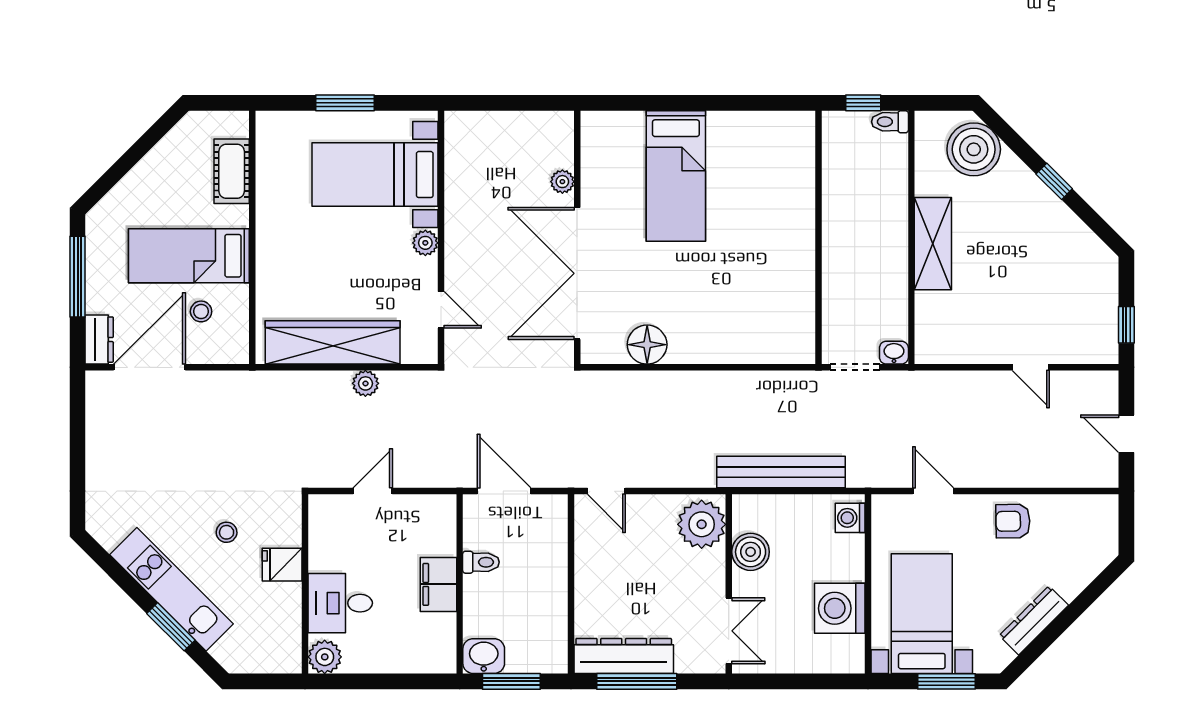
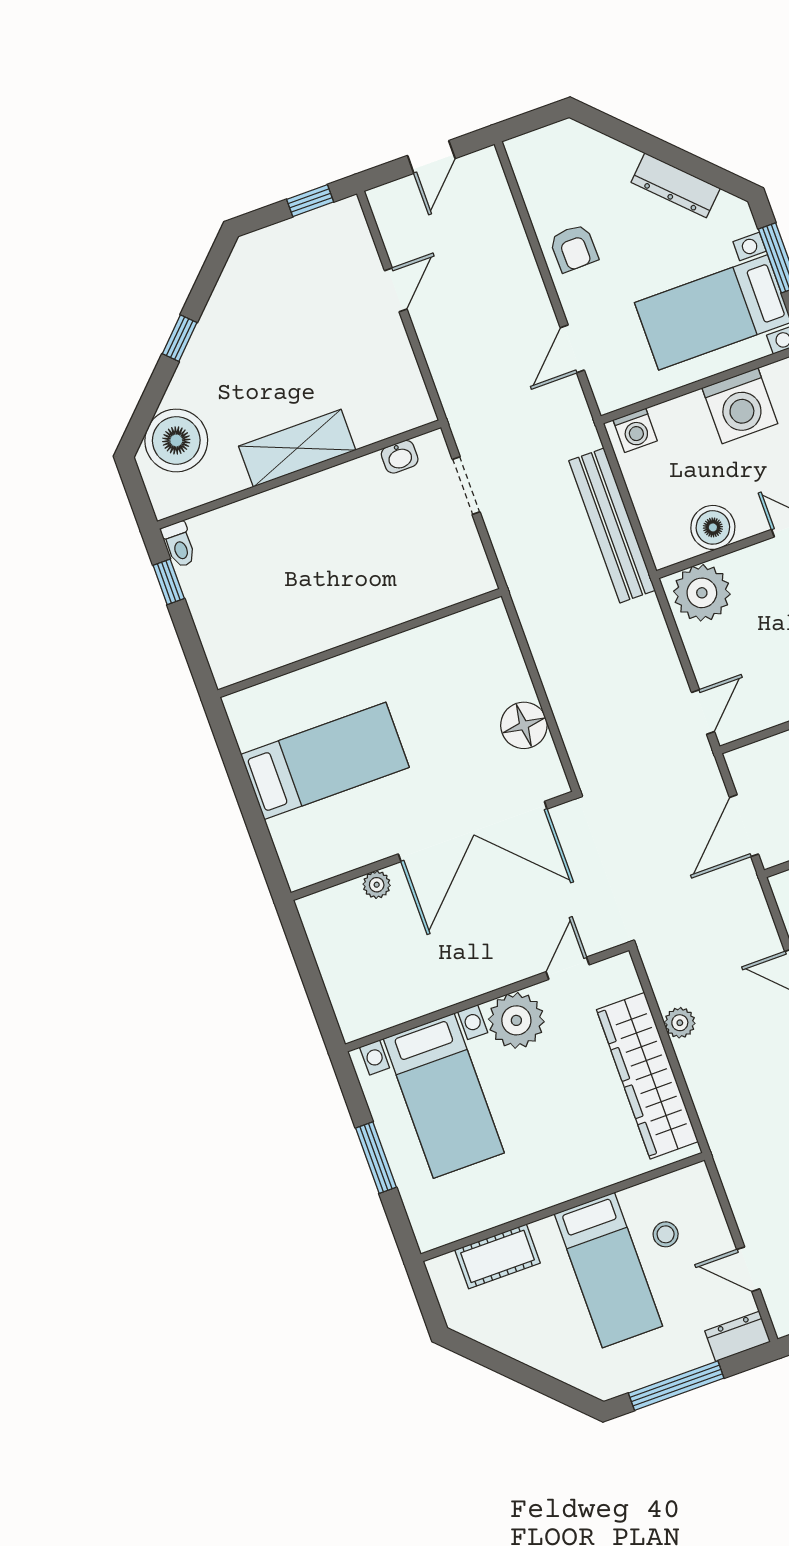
wall: (819, 237) -> (360, 643), moved
plant: (425, 243) -> (516, 1020), width x1.88, depth x1.88
washbasin: (894, 353) -> (400, 457), moved, turned -90
door: (150, 367) -> (748, 1269), width x0.53

